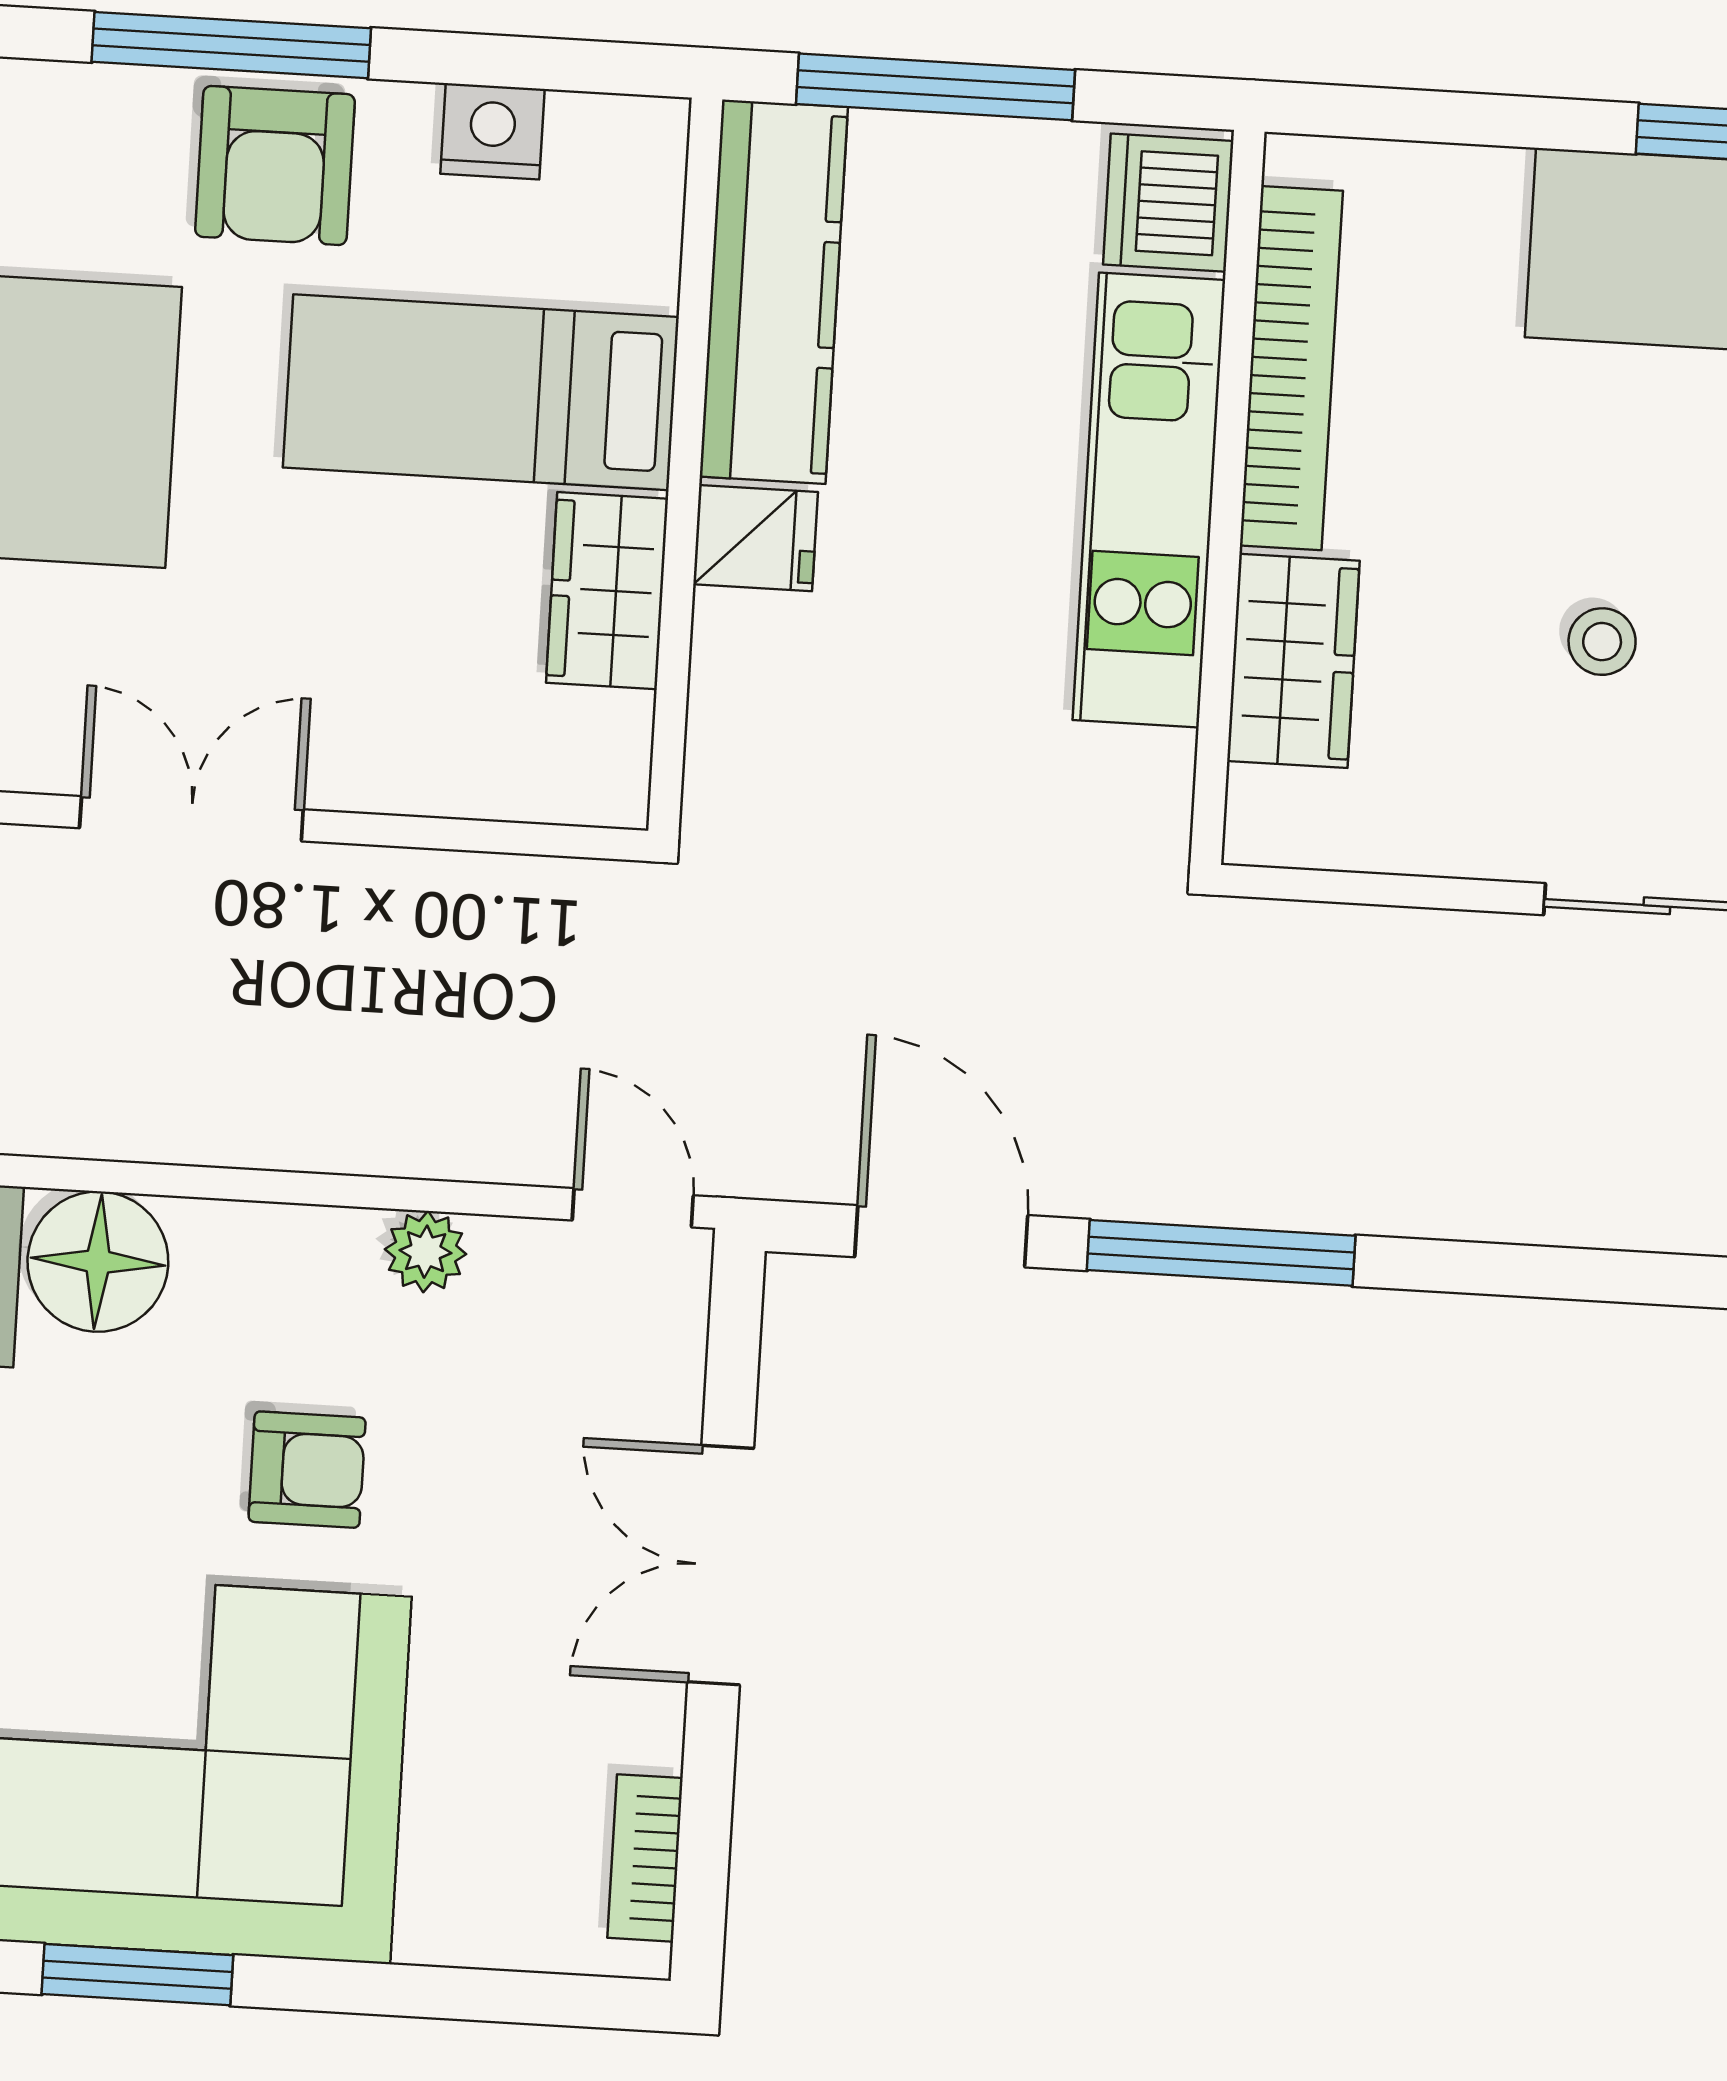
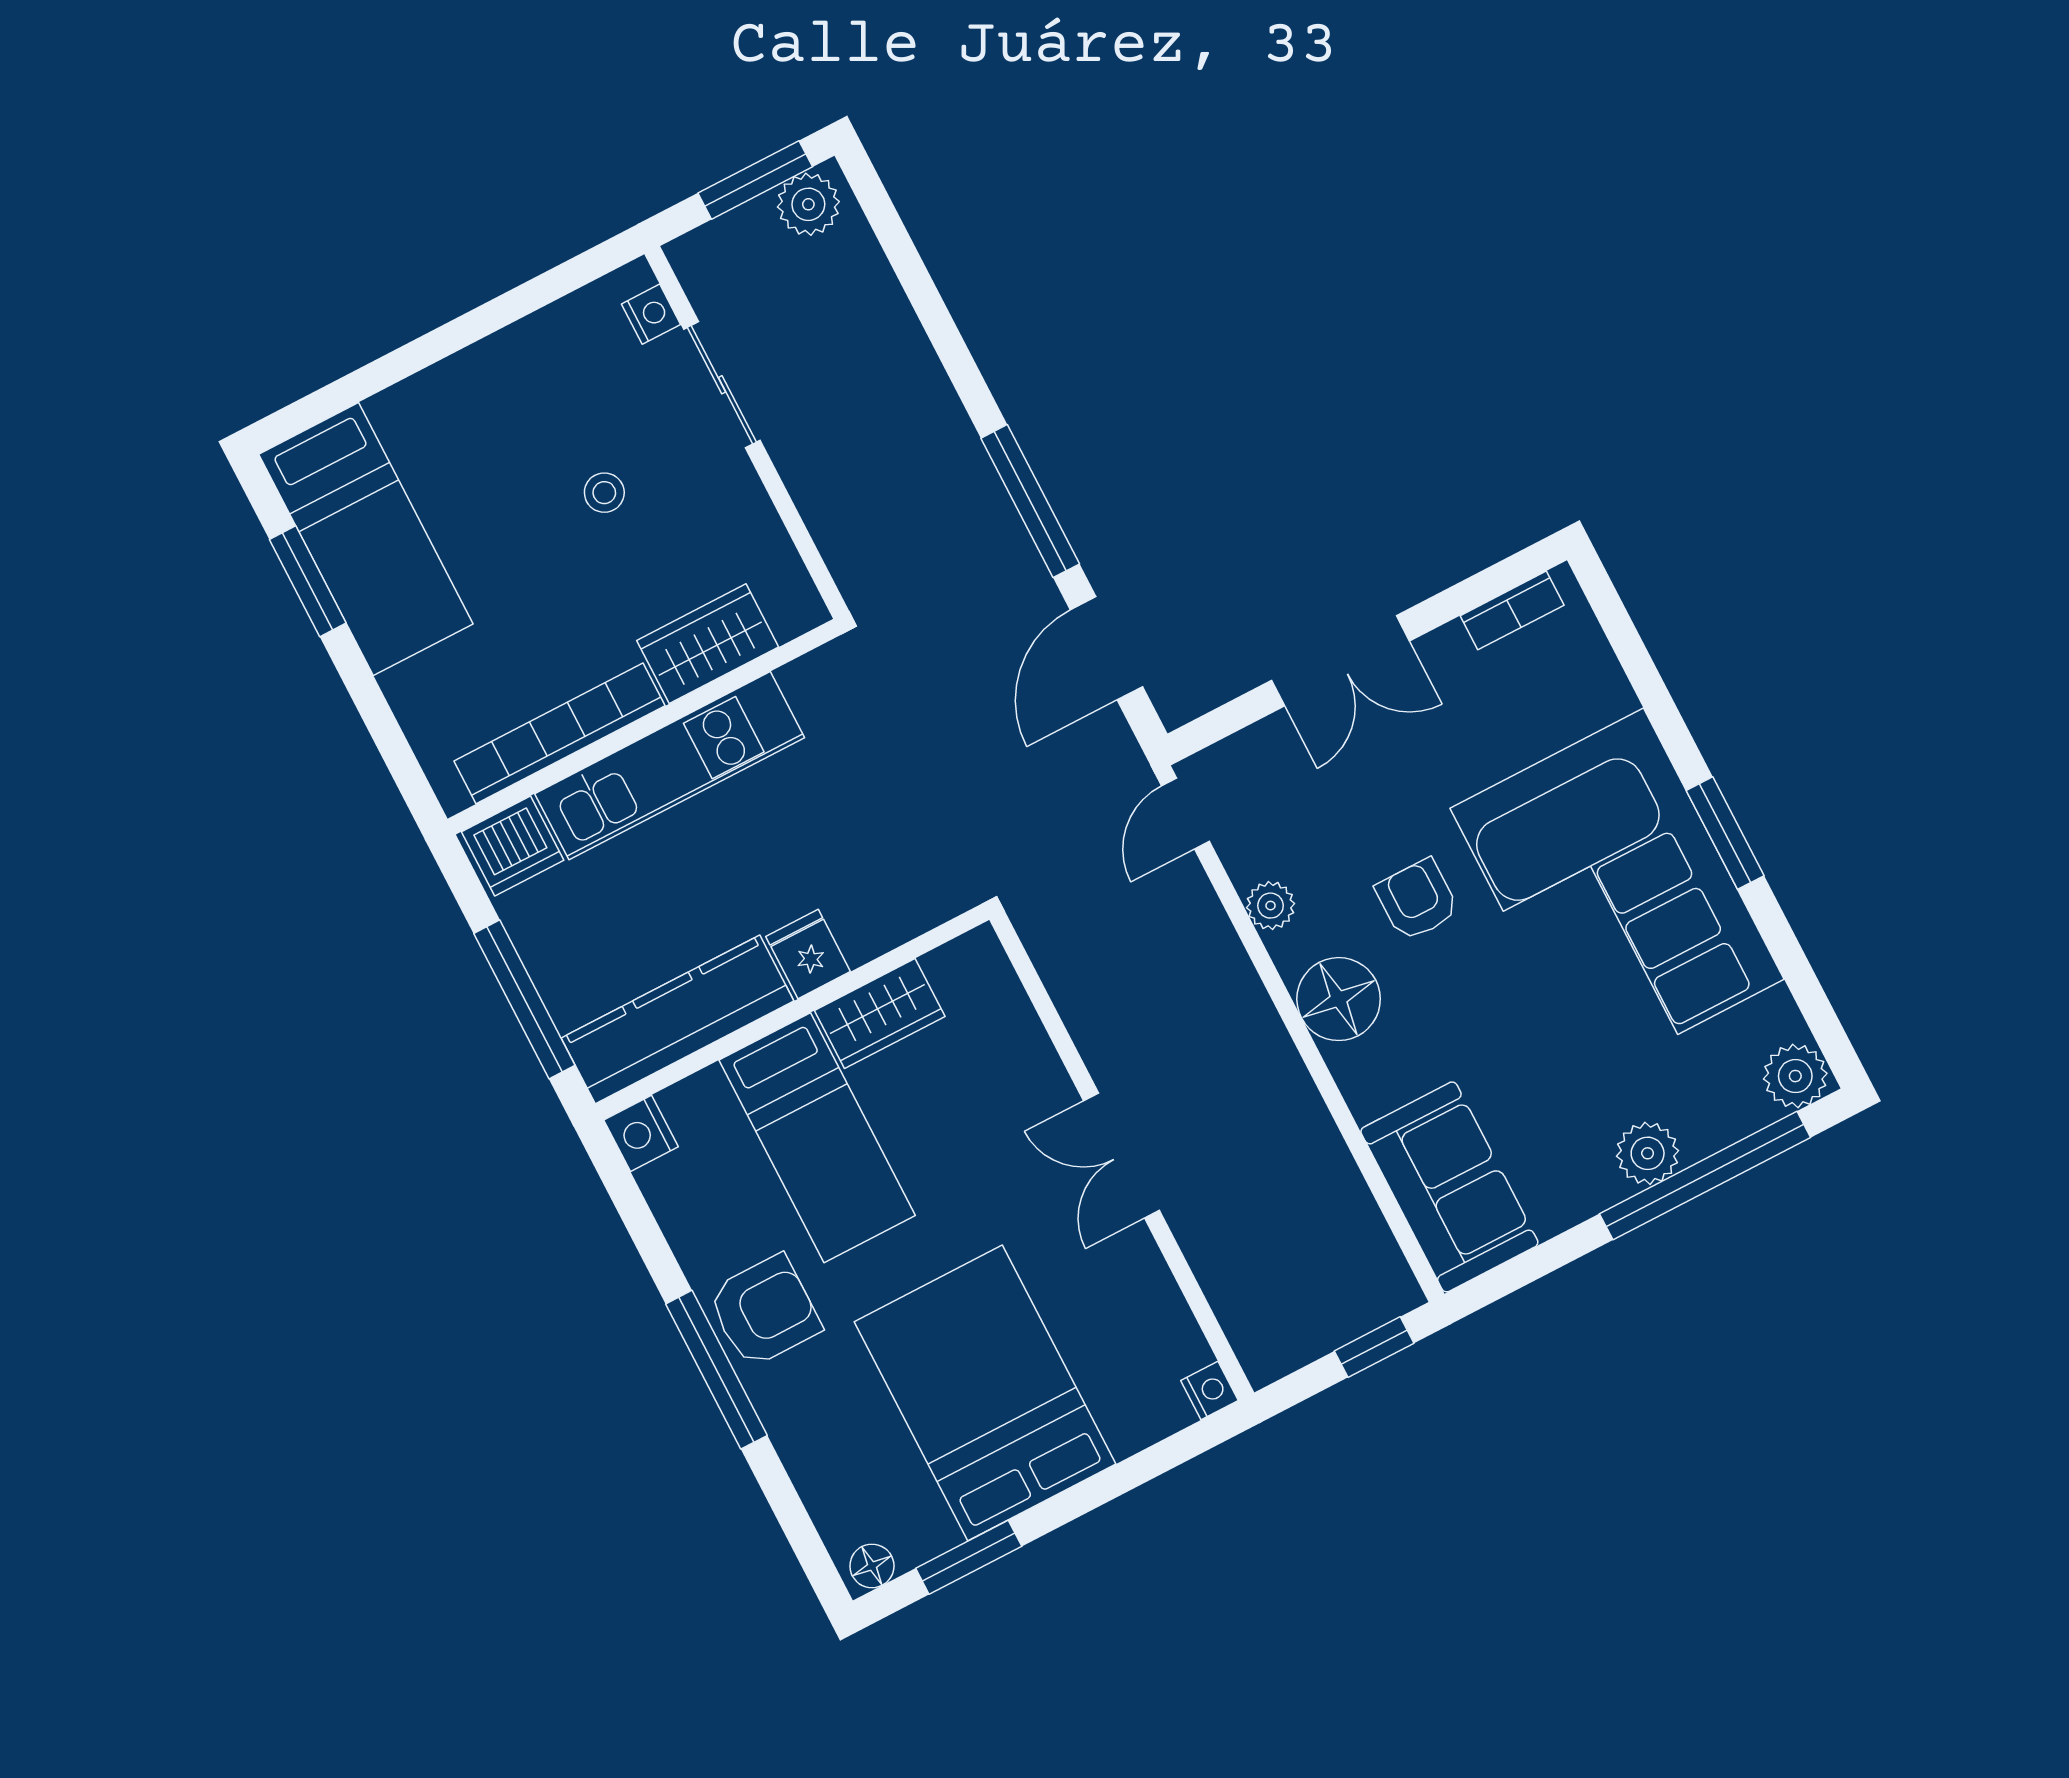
nightstand: (492, 131) -> (641, 1133), moved
floor lamp: (98, 1262) -> (1339, 999), moved

